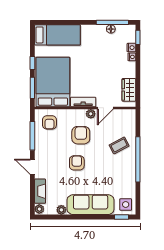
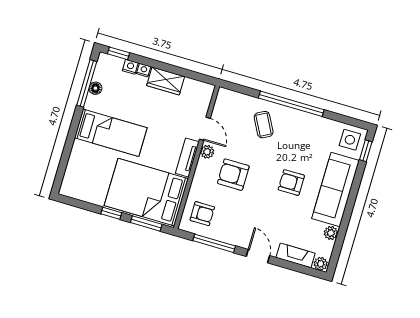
bed: (57, 35) -> (111, 133), moved, turned 90
wardrobe: (129, 90) -> (166, 81), moved
armchair: (77, 163) -> (291, 183), moved
door: (32, 167) -> (258, 256), swing flipped

